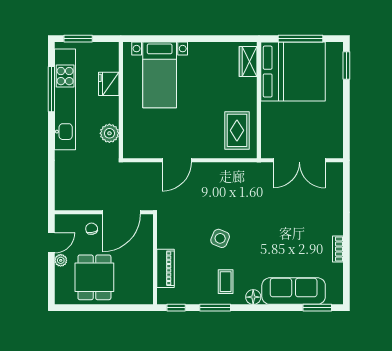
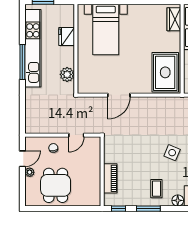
window: (51, 89) -> (22, 62), moved
rug: (237, 130) -> (165, 72), width x1.36, depth x1.43
door: (121, 212) -> (76, 135), width x0.53
side table: (220, 238) -> (172, 153), moved

